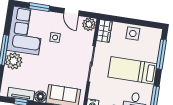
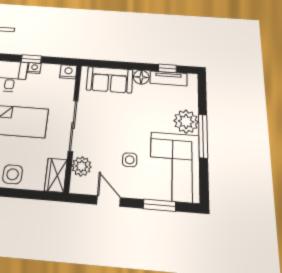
plant: (89, 24) -> (82, 166), moved

